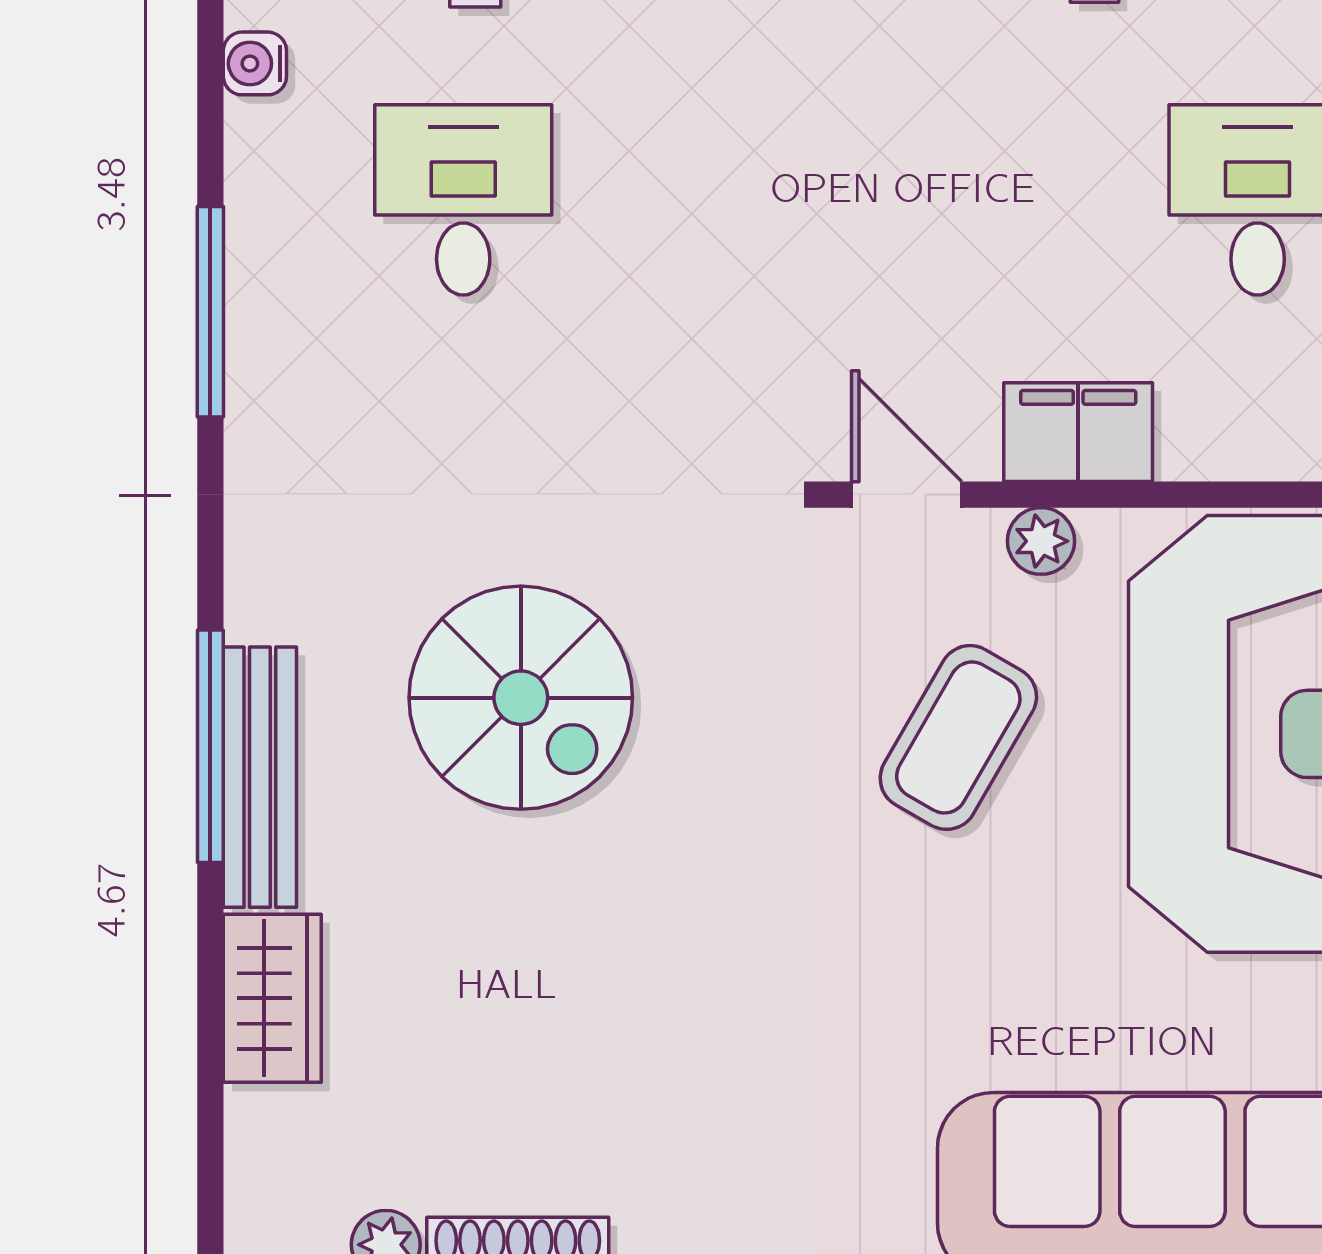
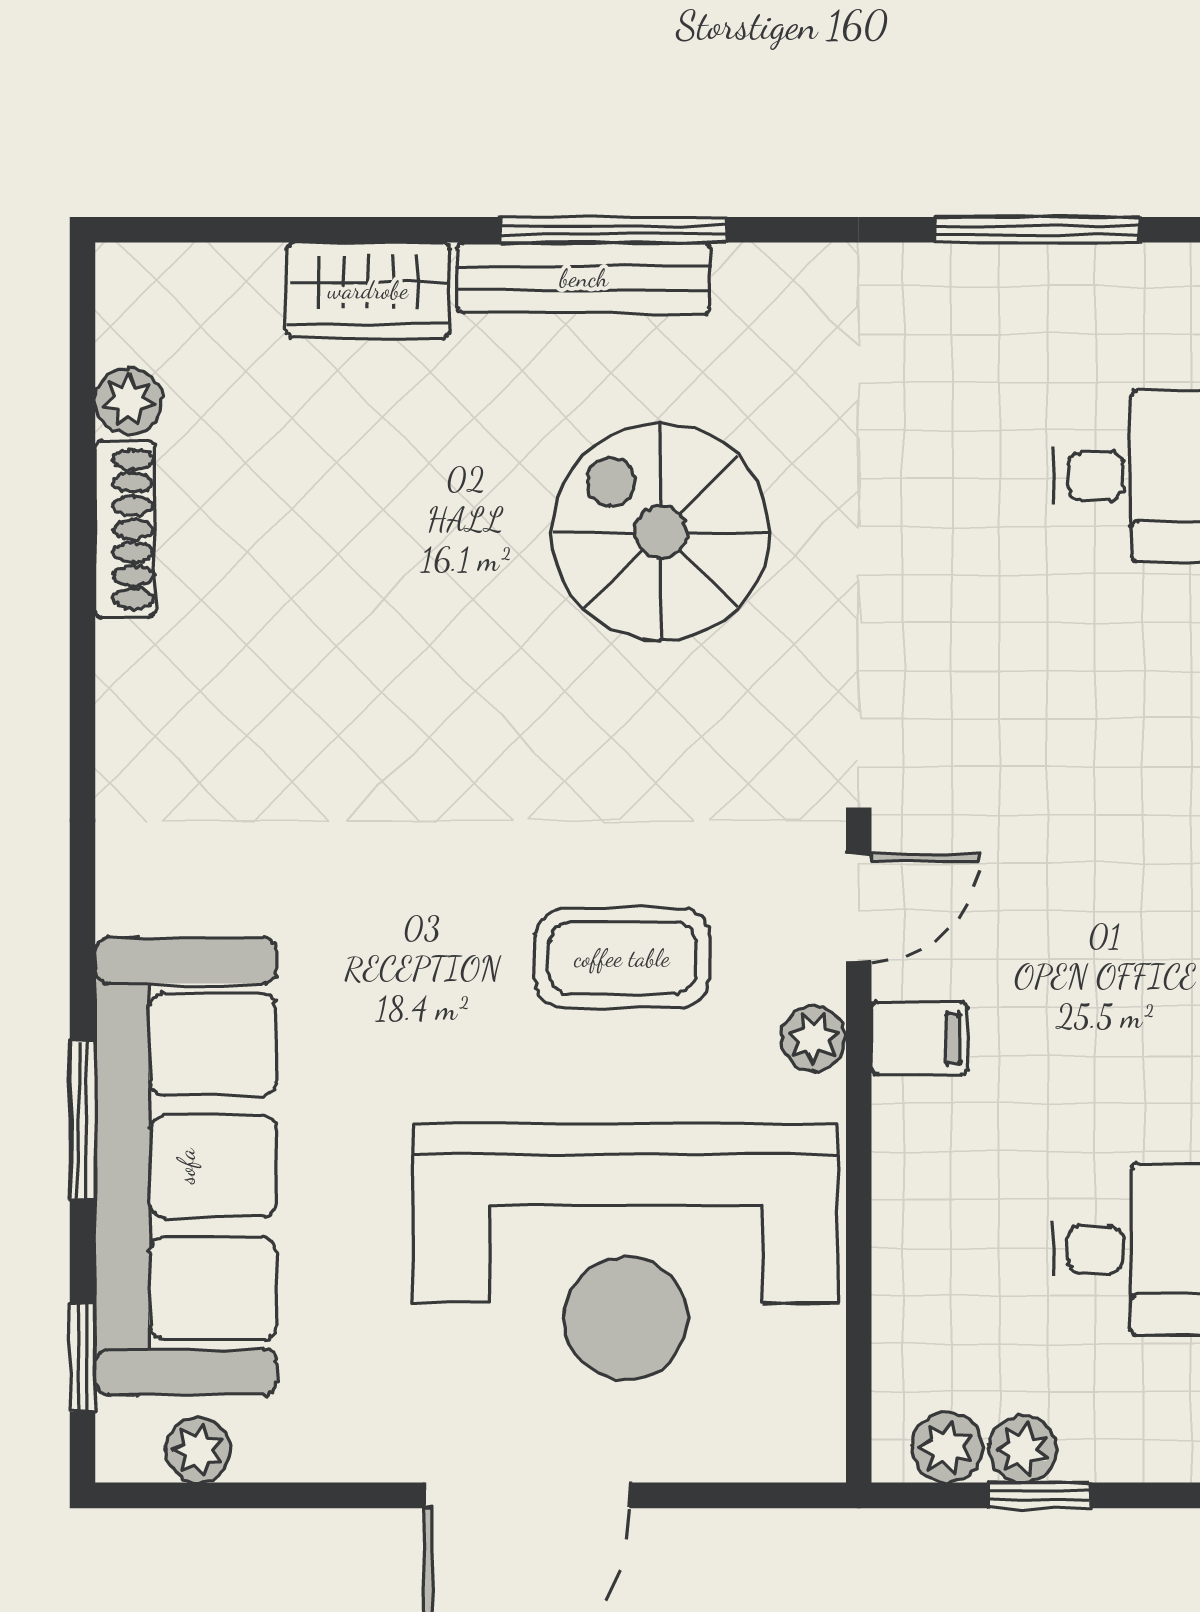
filing cabinet: (1078, 432) -> (920, 1039), width x0.50
spiral stairs: (521, 698) -> (661, 532), turned 90
coffee table: (958, 737) -> (622, 958), turned -30

